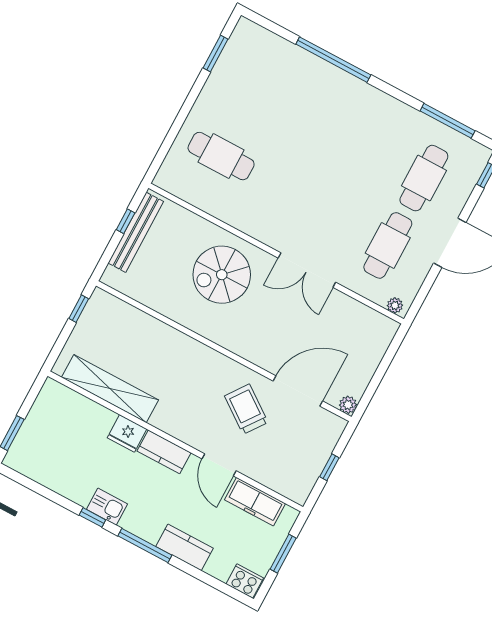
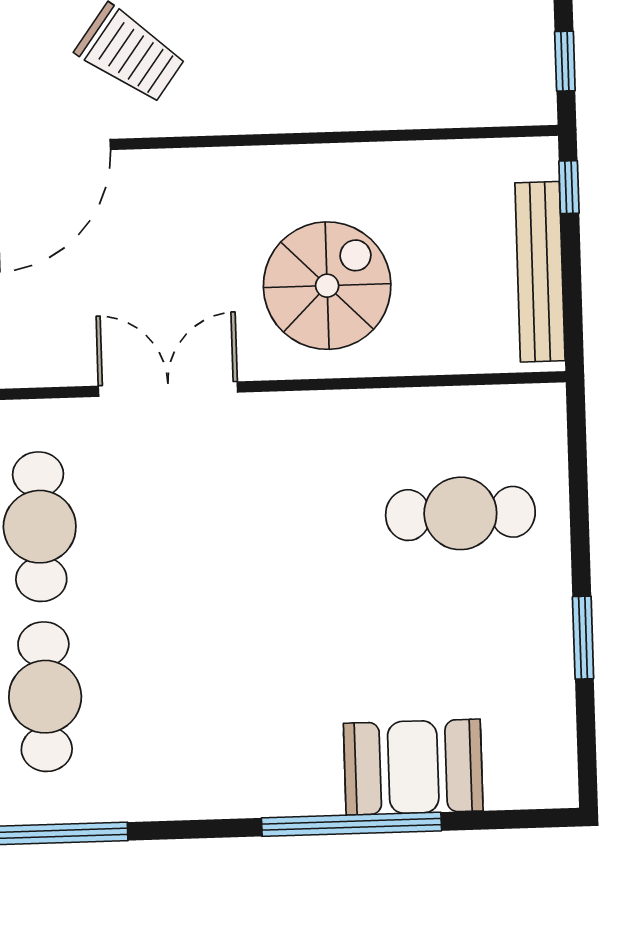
window: (216, 53) -> (583, 638), moved
booth: (296, 68) -> (413, 767), added
window: (126, 221) -> (569, 187), moved

